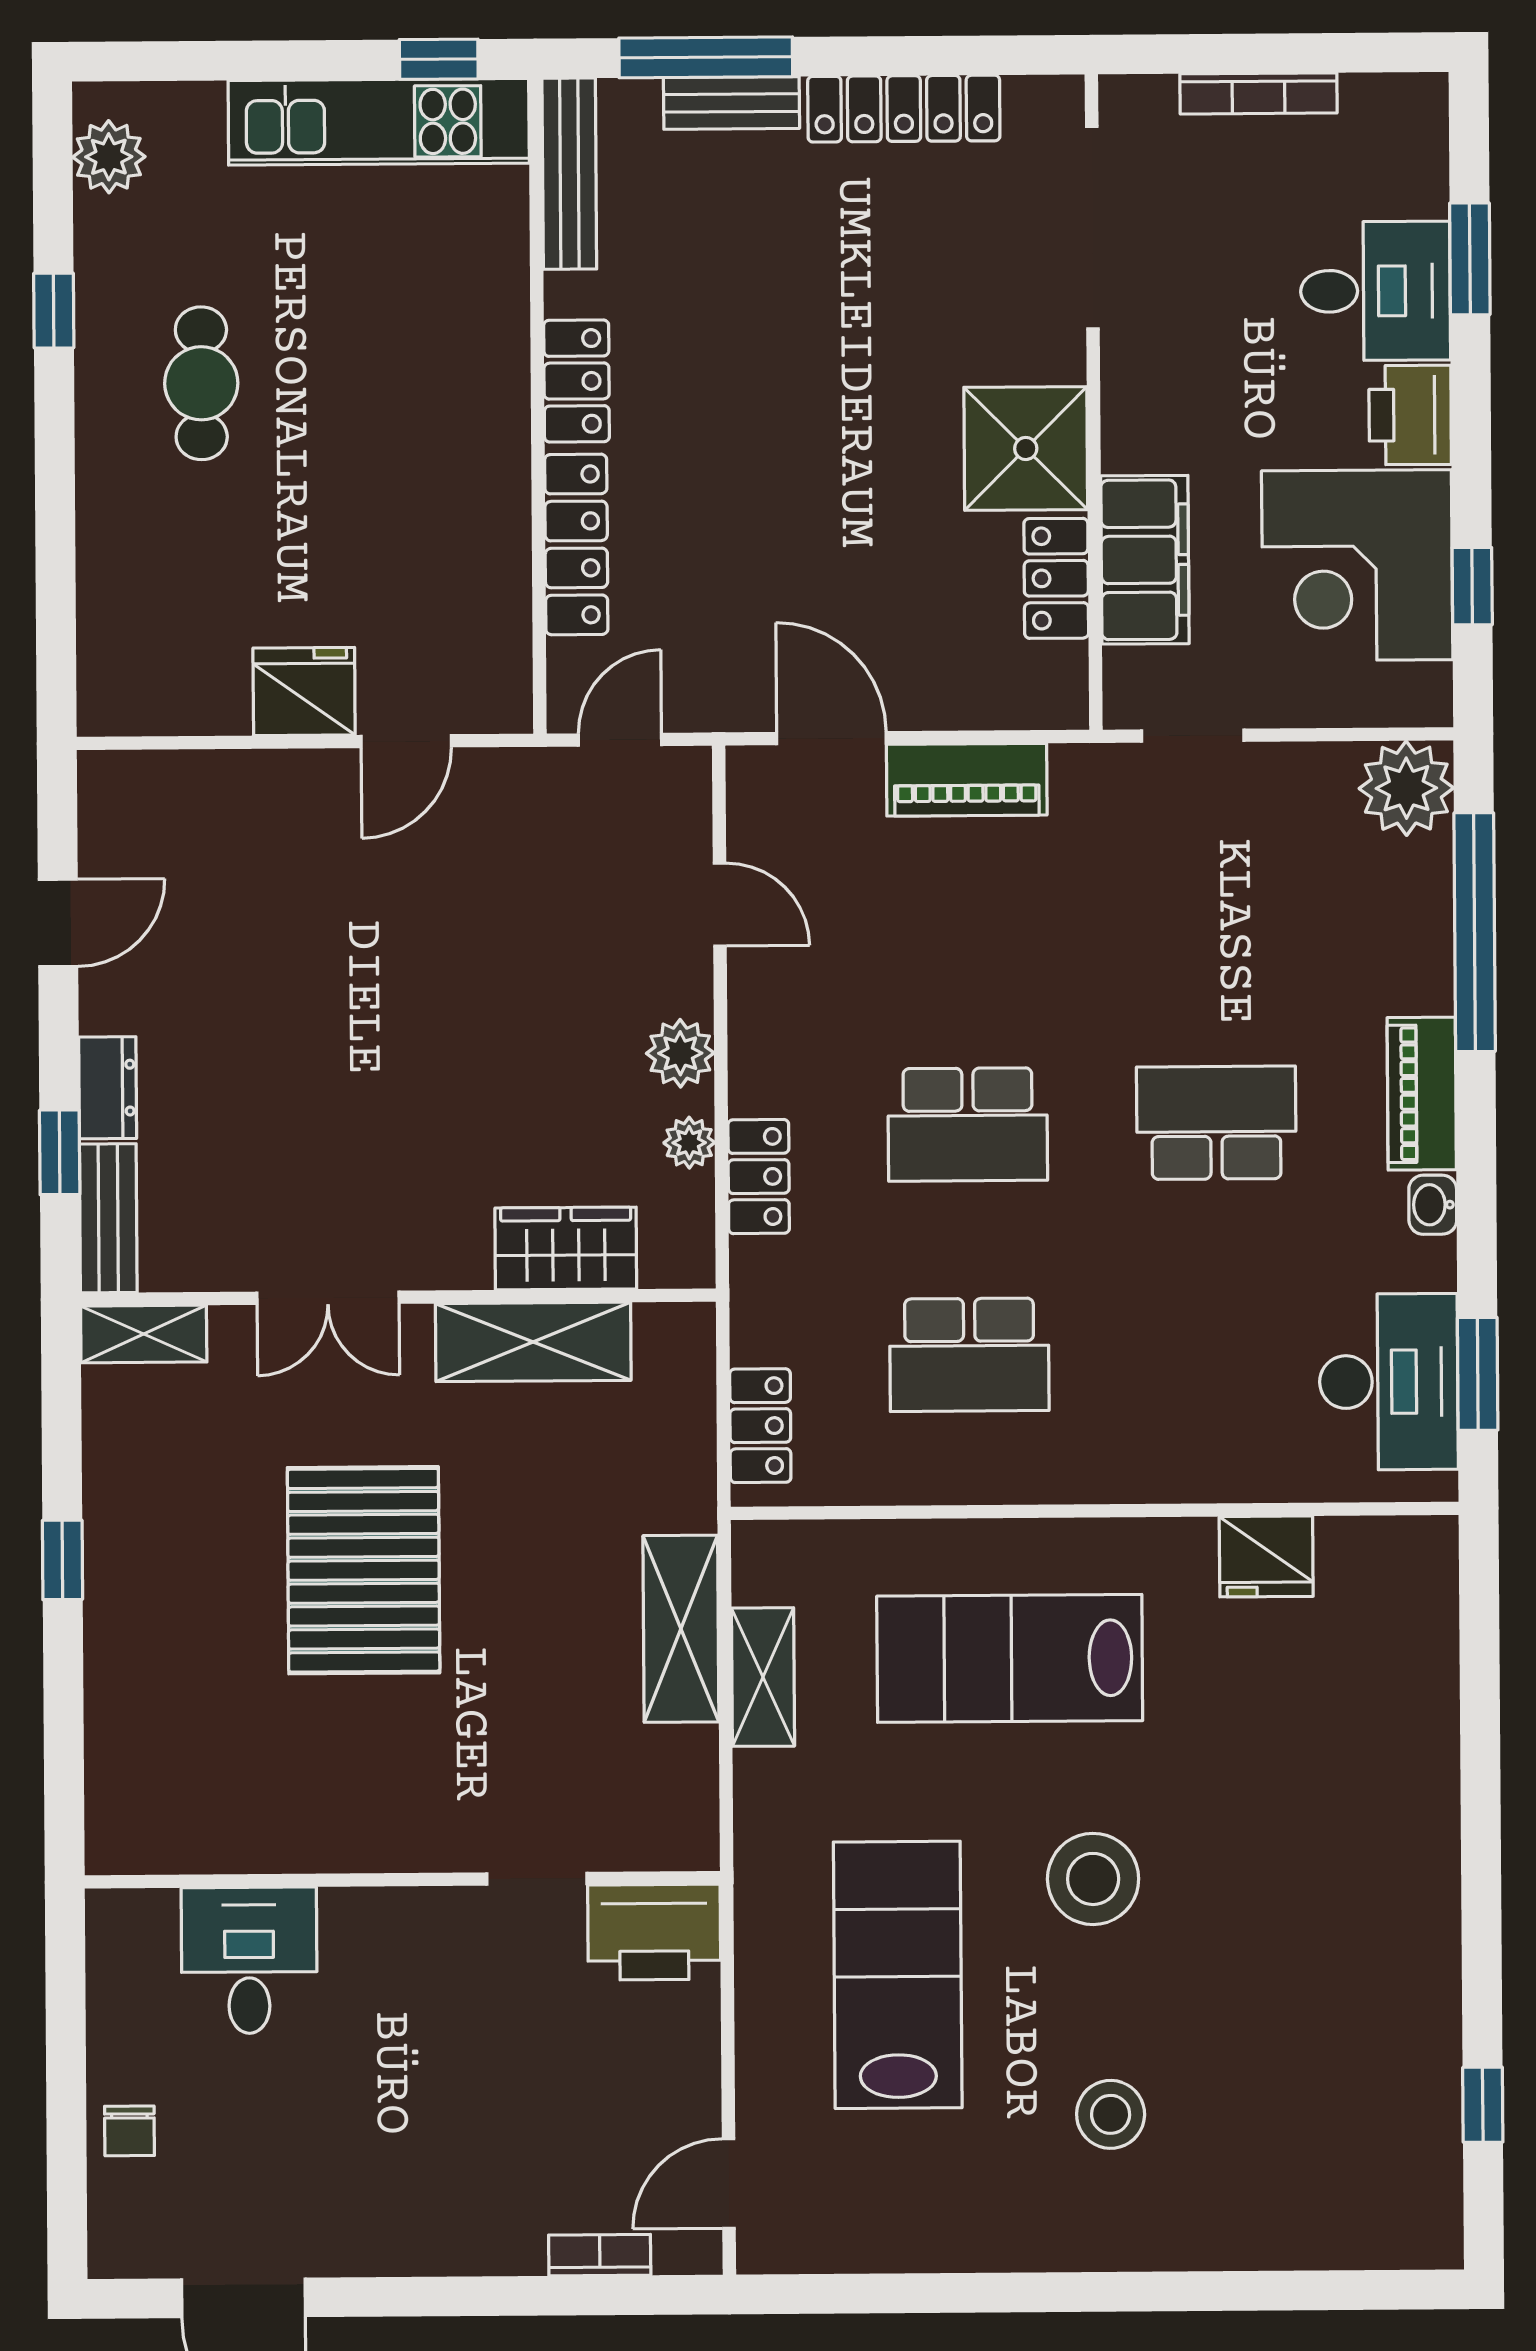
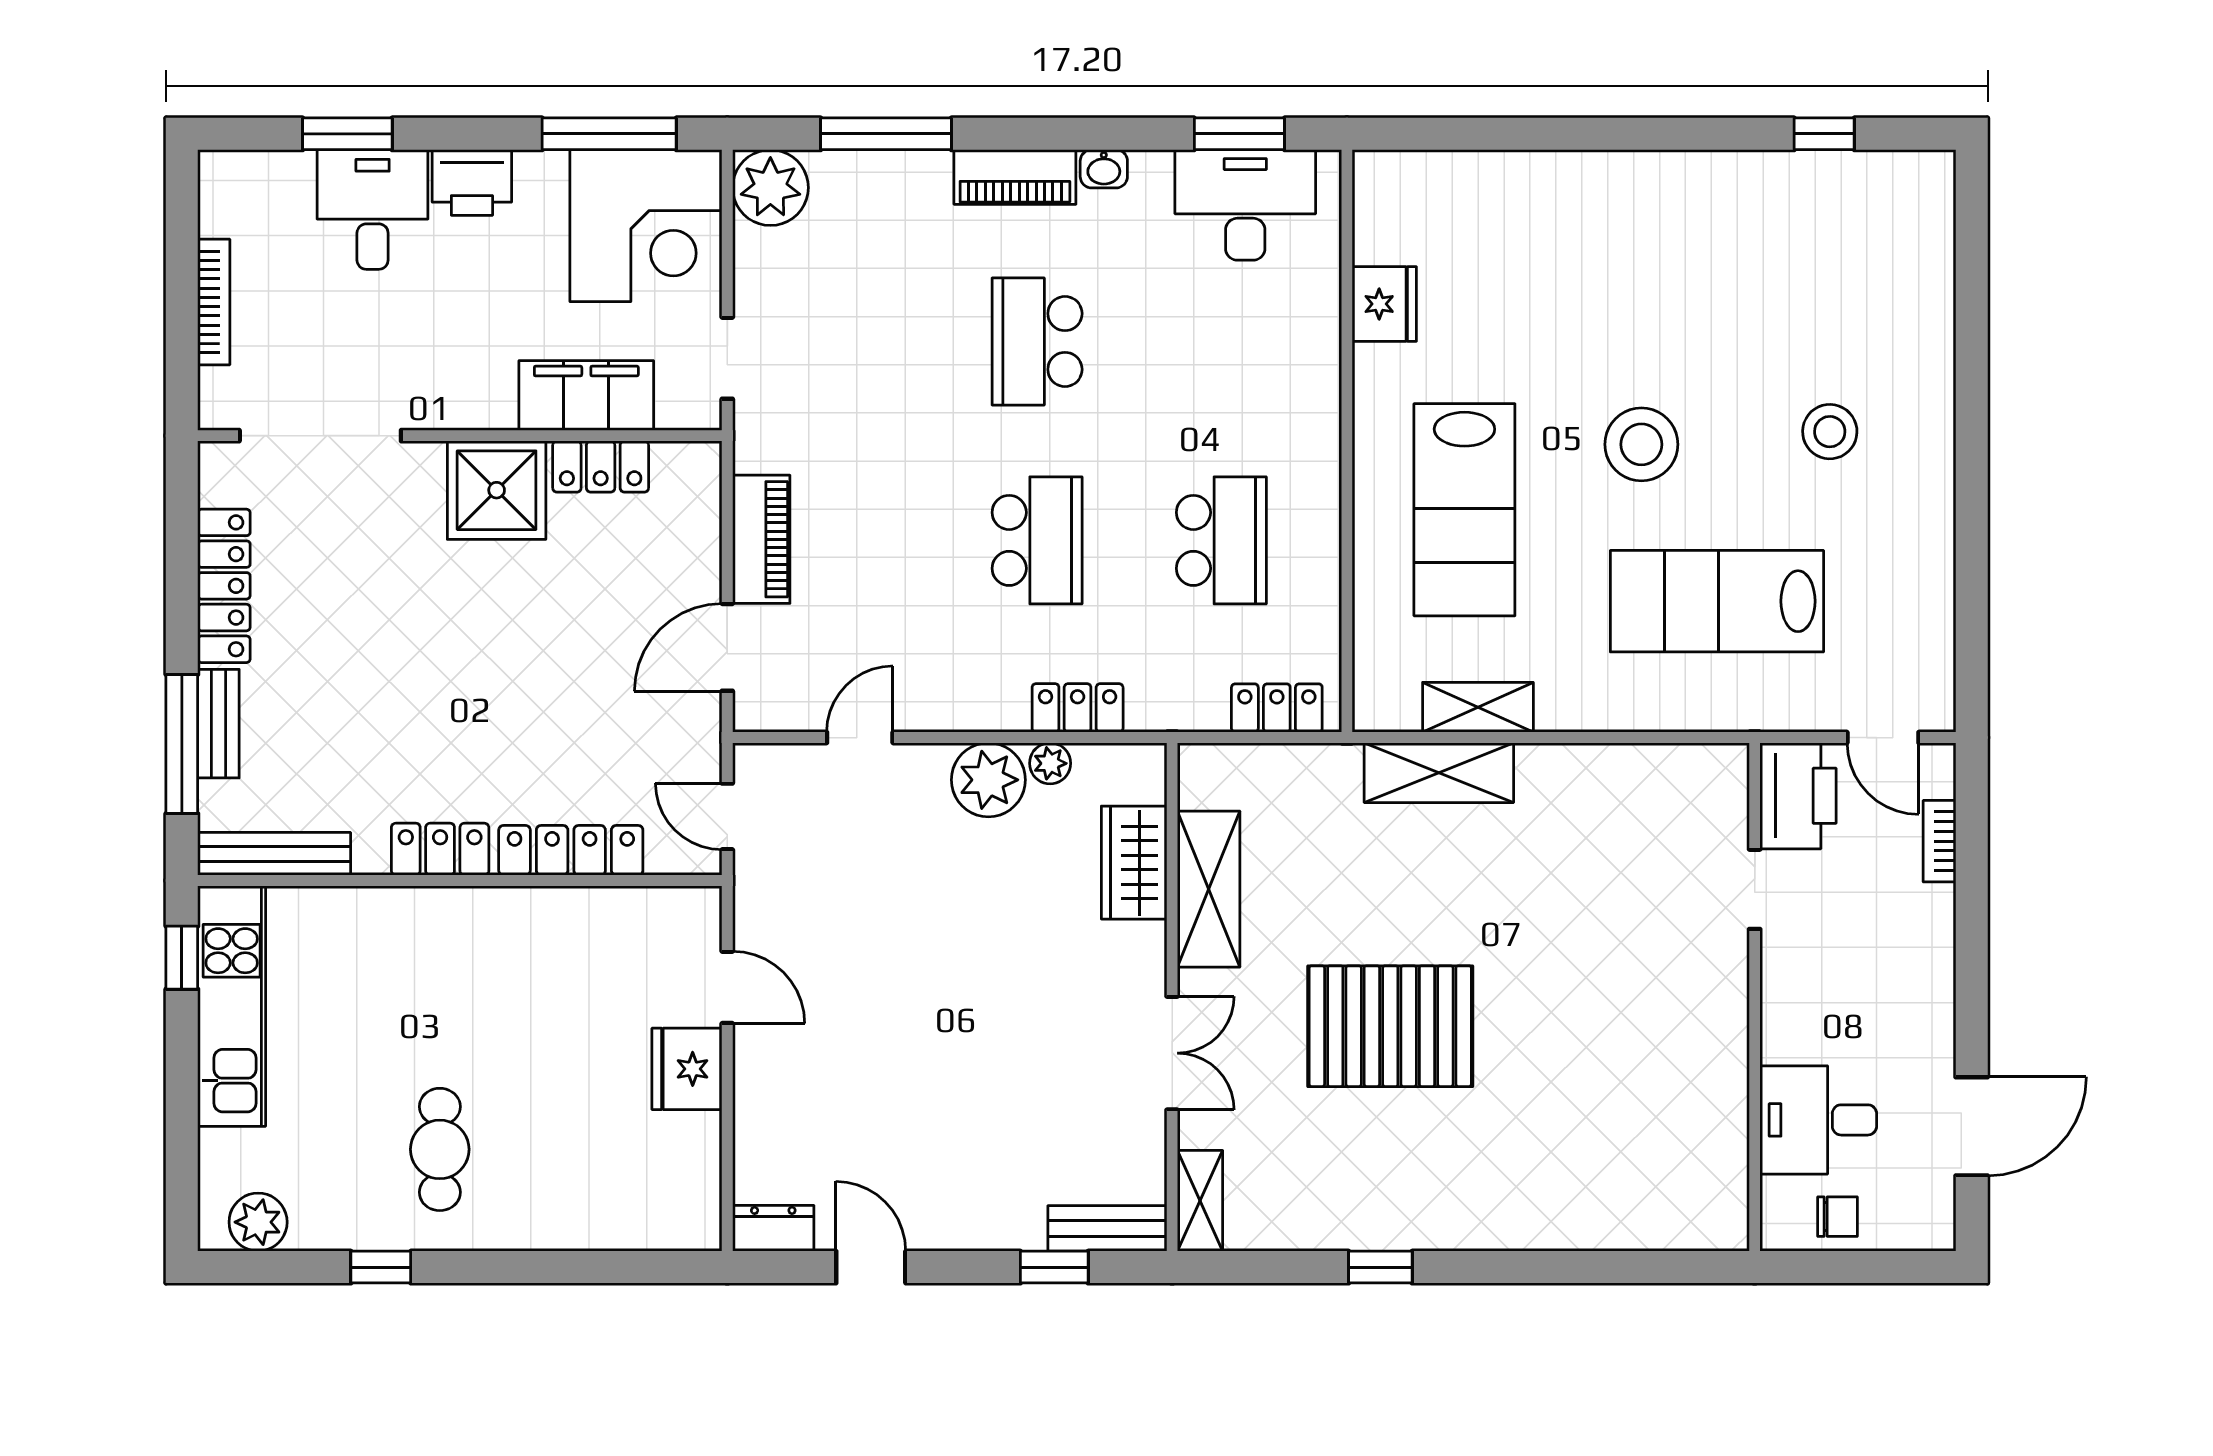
cafe table: (201, 383) -> (440, 1149), turned 90
corner desk: (1357, 565) -> (646, 226), moved
window: (1472, 586) -> (609, 134), width x2.17
window: (1475, 932) -> (886, 134), width x0.68
plant: (680, 1053) -> (988, 780), width x1.36, depth x1.36
dresser: (108, 1088) -> (773, 1228), moved
doorway: (537, 1879) -> (1755, 889), moved
wall: (402, 1880) -> (1755, 997), moved
printer: (654, 1932) -> (1798, 796), moved
desk: (249, 1960) -> (1818, 1120), moved

